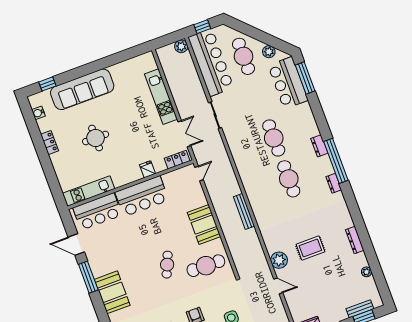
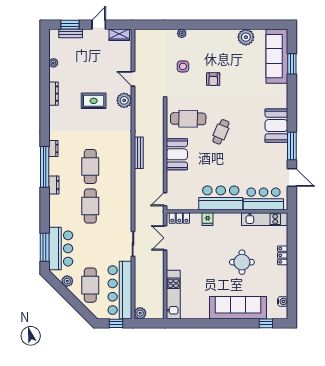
kitchen unit: (161, 97) -> (173, 295), moved
locker: (49, 143) -> (283, 255), moved

